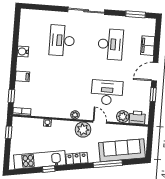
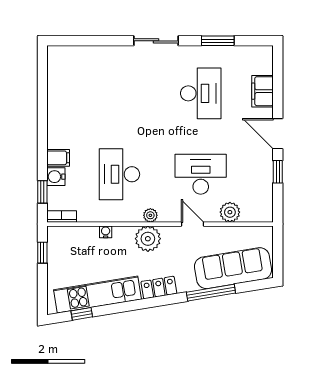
sliding door: (86, 11) -> (156, 41), width x0.73
window: (136, 14) -> (218, 41), moved
desk: (62, 41) -> (119, 174), moved
water cooler: (23, 52) -> (56, 177), moved
door: (155, 72) -> (278, 134), hinge flipped
printer: (137, 117) -> (254, 212), removed
plant: (83, 130) -> (148, 239), moved
window: (49, 169) -> (82, 314), moved

